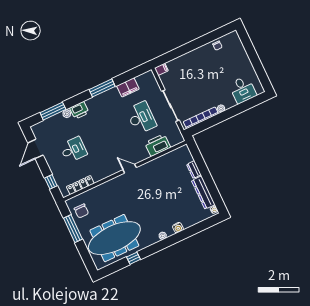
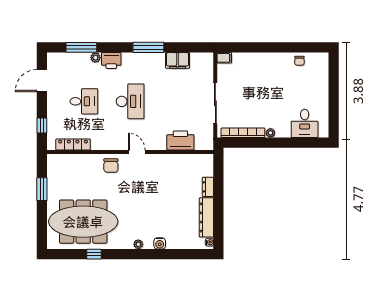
desk: (141, 118) -> (130, 101), moved
chair: (81, 211) -> (111, 166), moved
window: (73, 229) -> (42, 189), width x0.69

